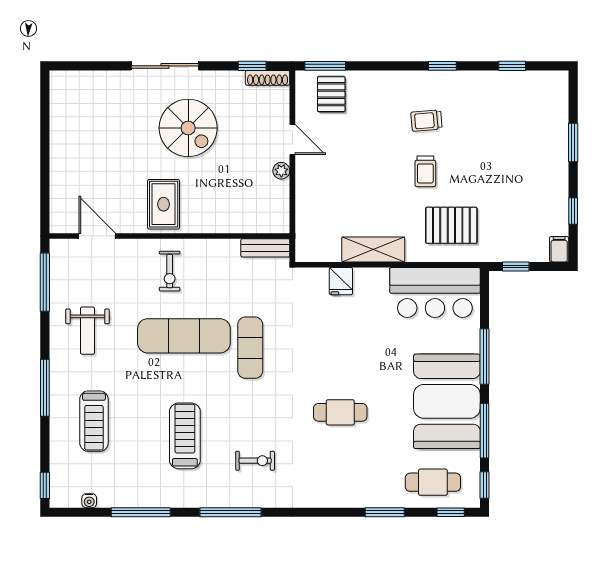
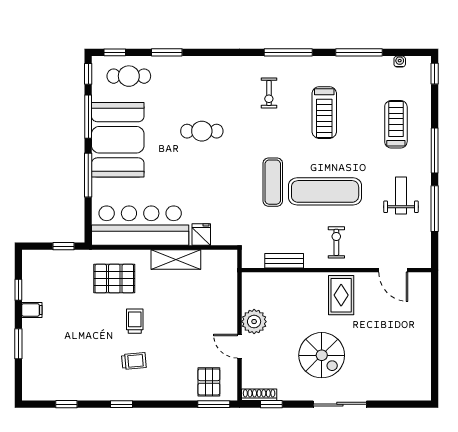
spiral stairs: (188, 128) -> (322, 355), turned 180
plant: (281, 171) -> (254, 322), width x1.87, depth x1.87
bench: (265, 248) -> (284, 261), moved
filing cabinet: (559, 249) -> (32, 310), moved, turned -90
window: (45, 282) -> (435, 209), moved
bar counter: (435, 292) -> (140, 226), width x1.36
exercise bike: (255, 461) -> (269, 93), turned -90

